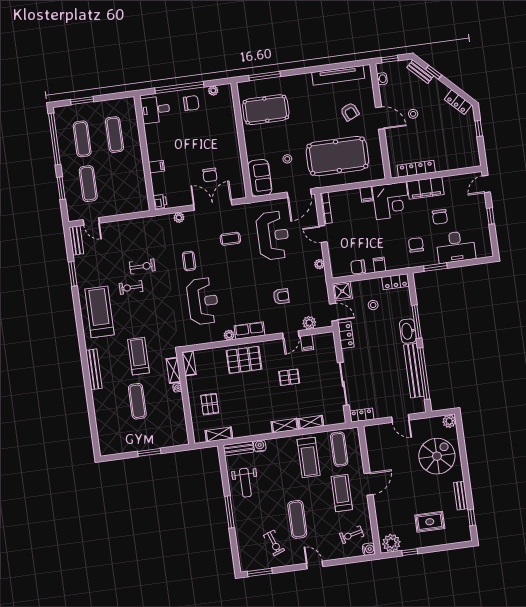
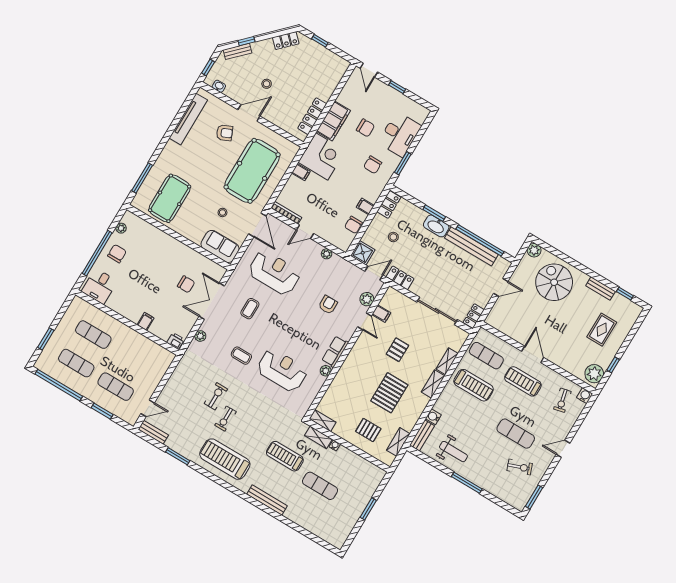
chair: (416, 245) -> (373, 165), turned -90
window: (417, 322) -> (434, 213), width x0.69
pallet: (244, 360) -> (389, 393), moved

